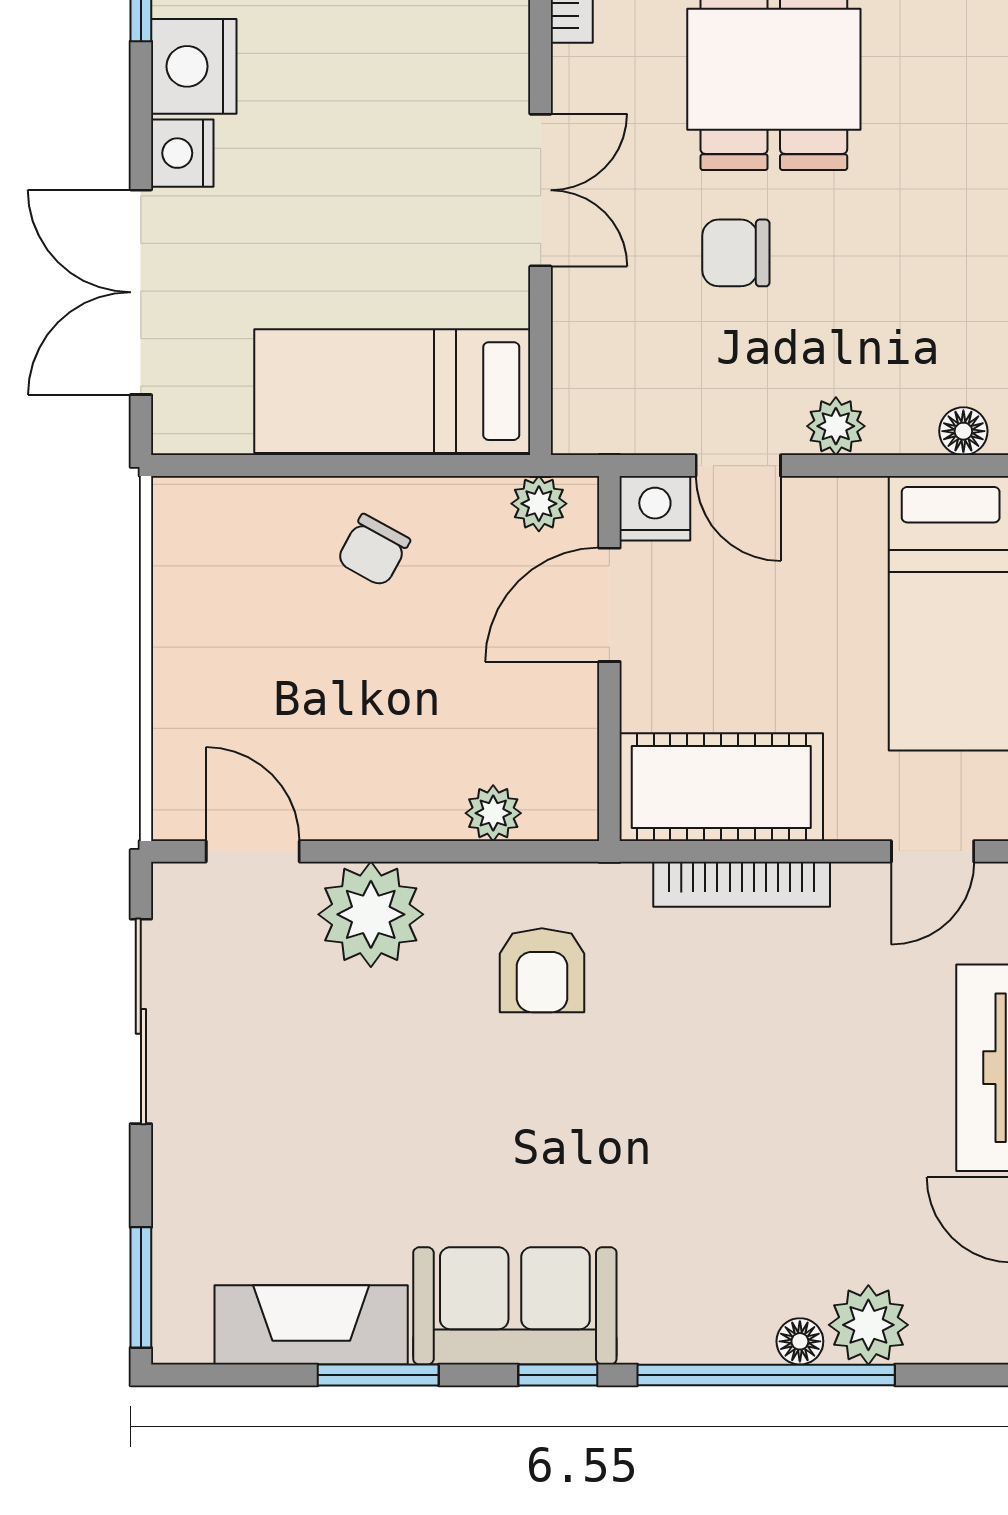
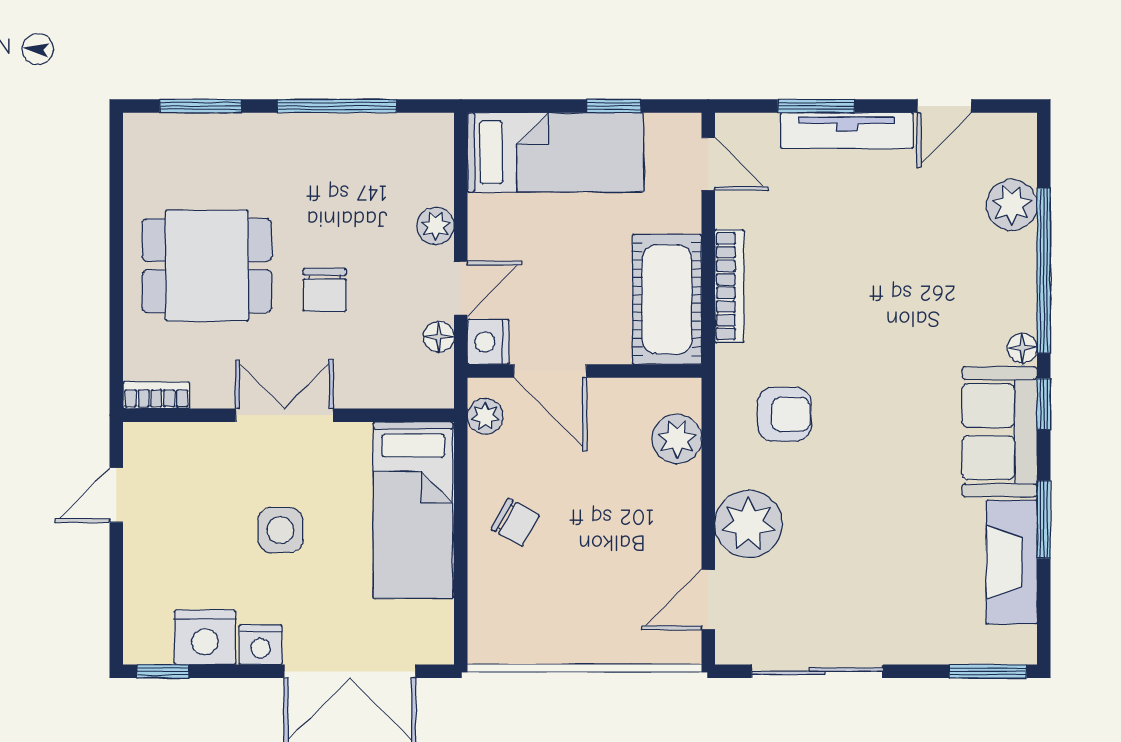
side table: (361, 184) -> (280, 530), added
floor lamp: (963, 431) -> (439, 337), moved
plant: (493, 813) -> (677, 439), width x1.38, depth x1.38
floor lamp: (800, 1341) -> (1022, 348), moved

